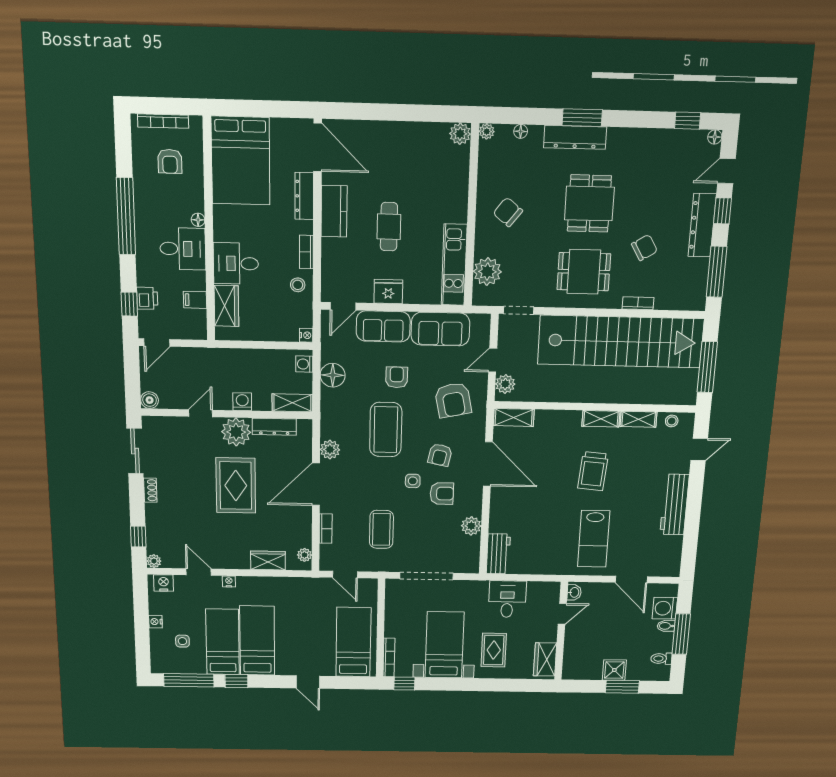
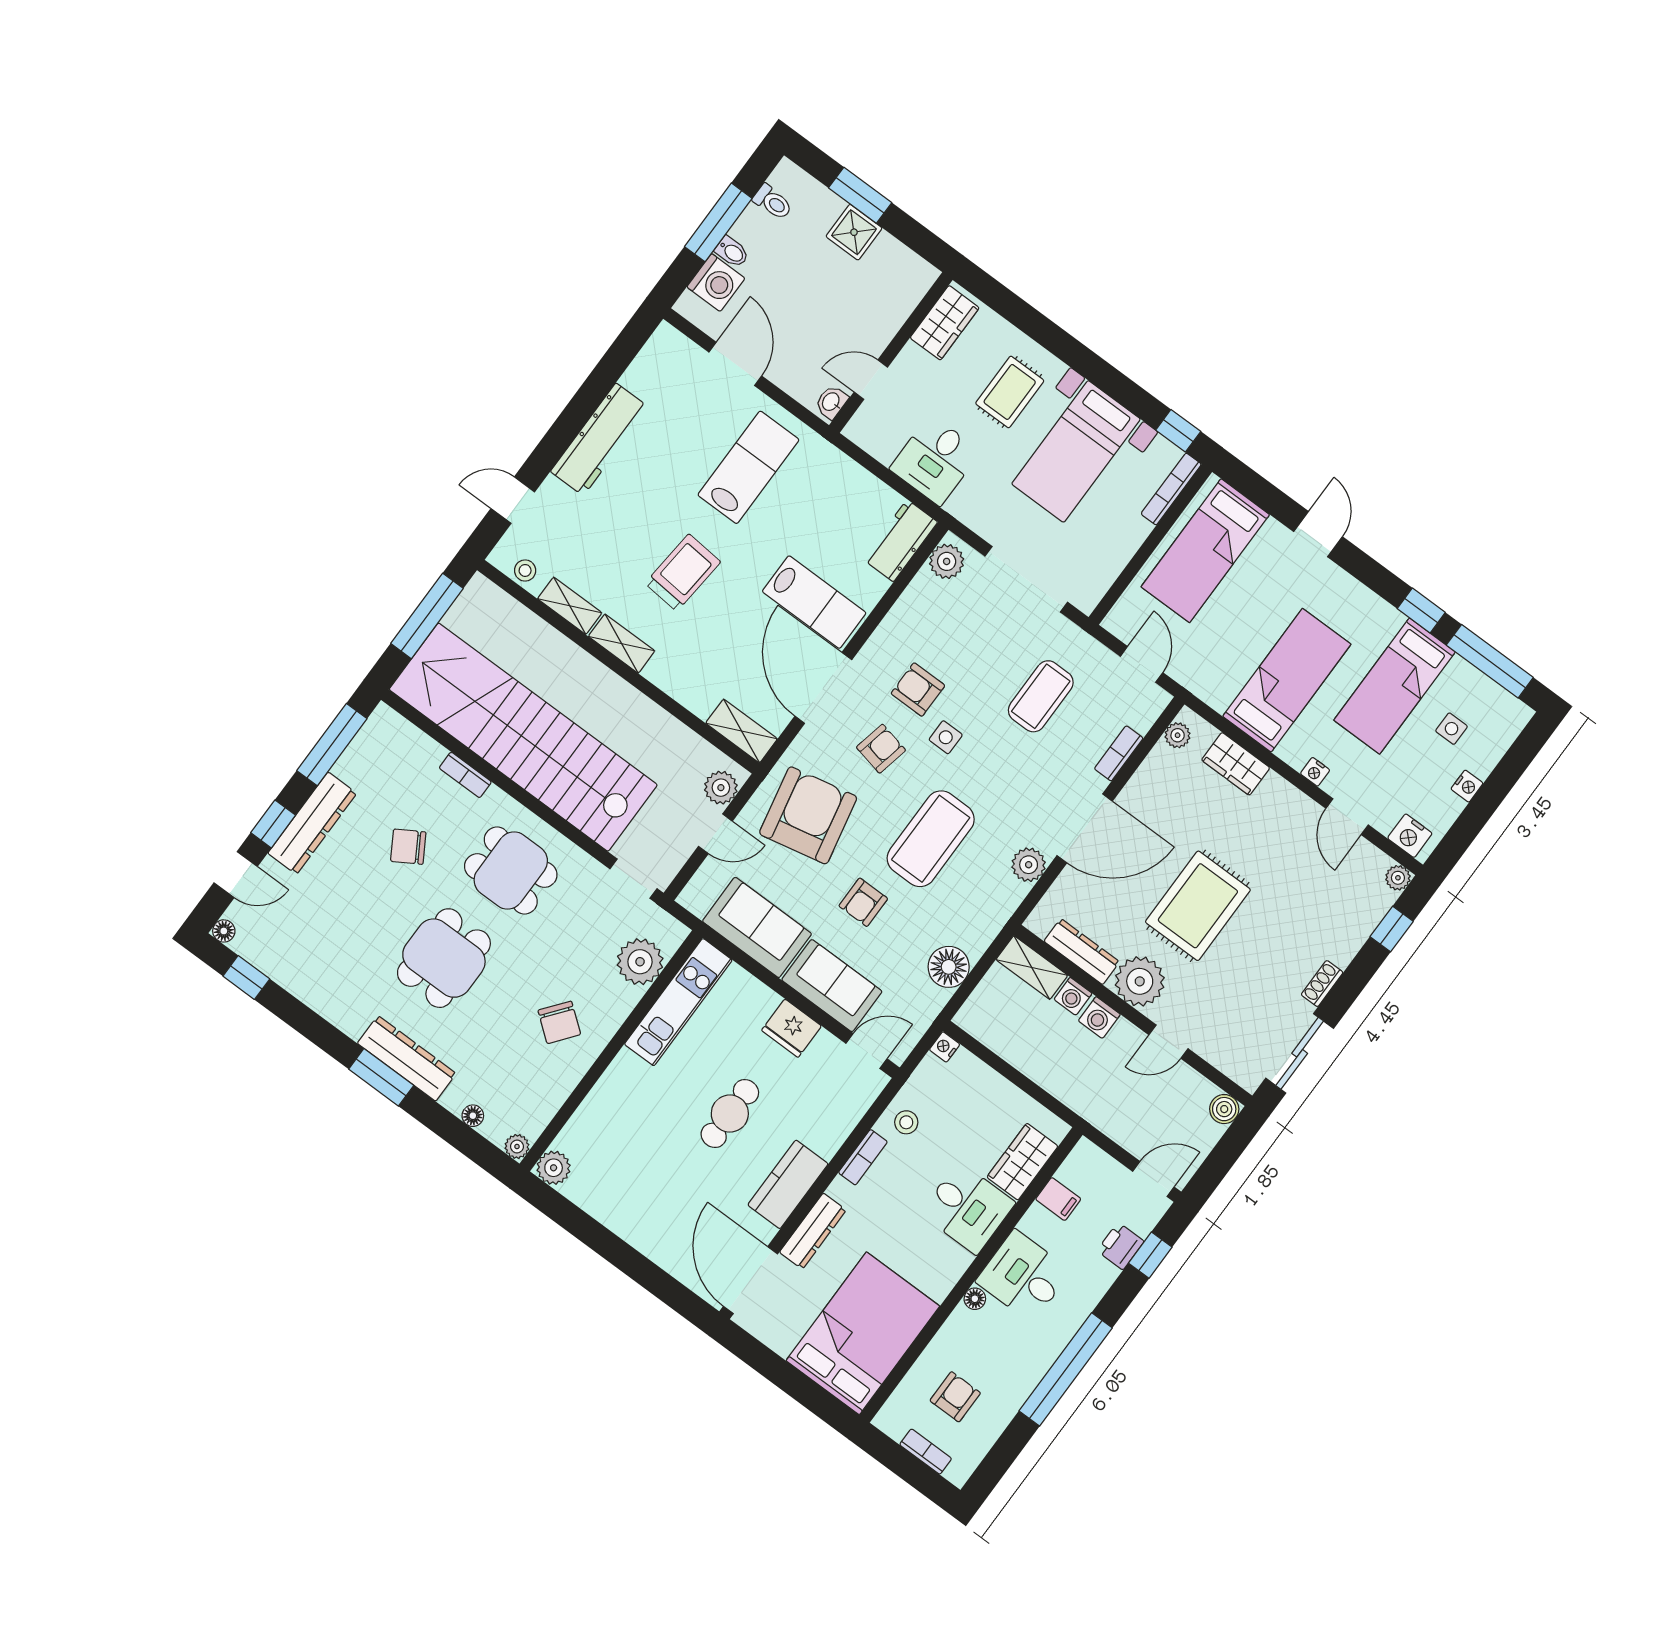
bookcase: (163, 121) -> (926, 1452), width x0.64
washing machine: (304, 364) -> (1073, 996), moved, turned 90
armchair: (453, 400) -> (808, 815), width x1.36, depth x1.36
lab bench: (520, 500) -> (814, 602), added
plant: (471, 526) -> (947, 561), moved
bed: (257, 641) -> (1287, 680), moved, turned 180

